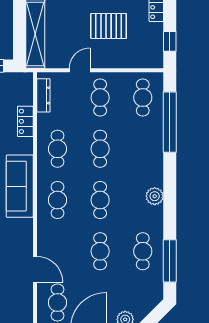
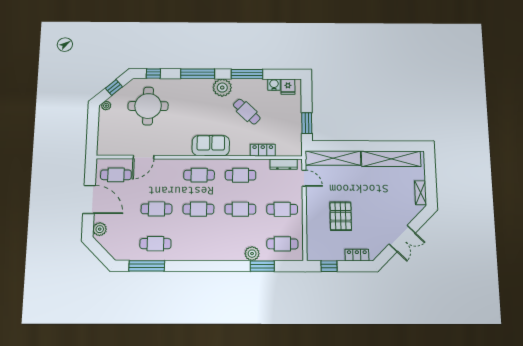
door: (80, 70) -> (304, 178), moved
window: (170, 122) -> (262, 266), width x0.47
sofa: (20, 186) -> (211, 146), width x0.73
plant: (155, 196) -> (252, 254), moved

